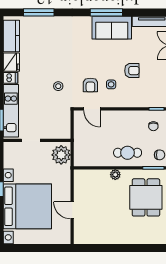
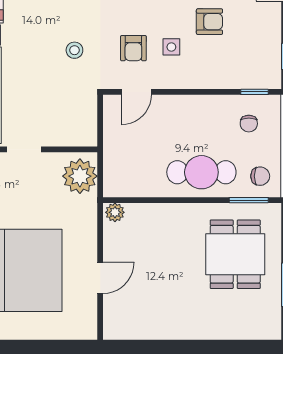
door: (92, 109) -> (136, 92), hinge flipped
cafe table: (128, 153) -> (201, 172), width x1.37, depth x1.35
plant: (115, 175) -> (115, 212), moved
door: (72, 210) -> (100, 278), swing flipped

